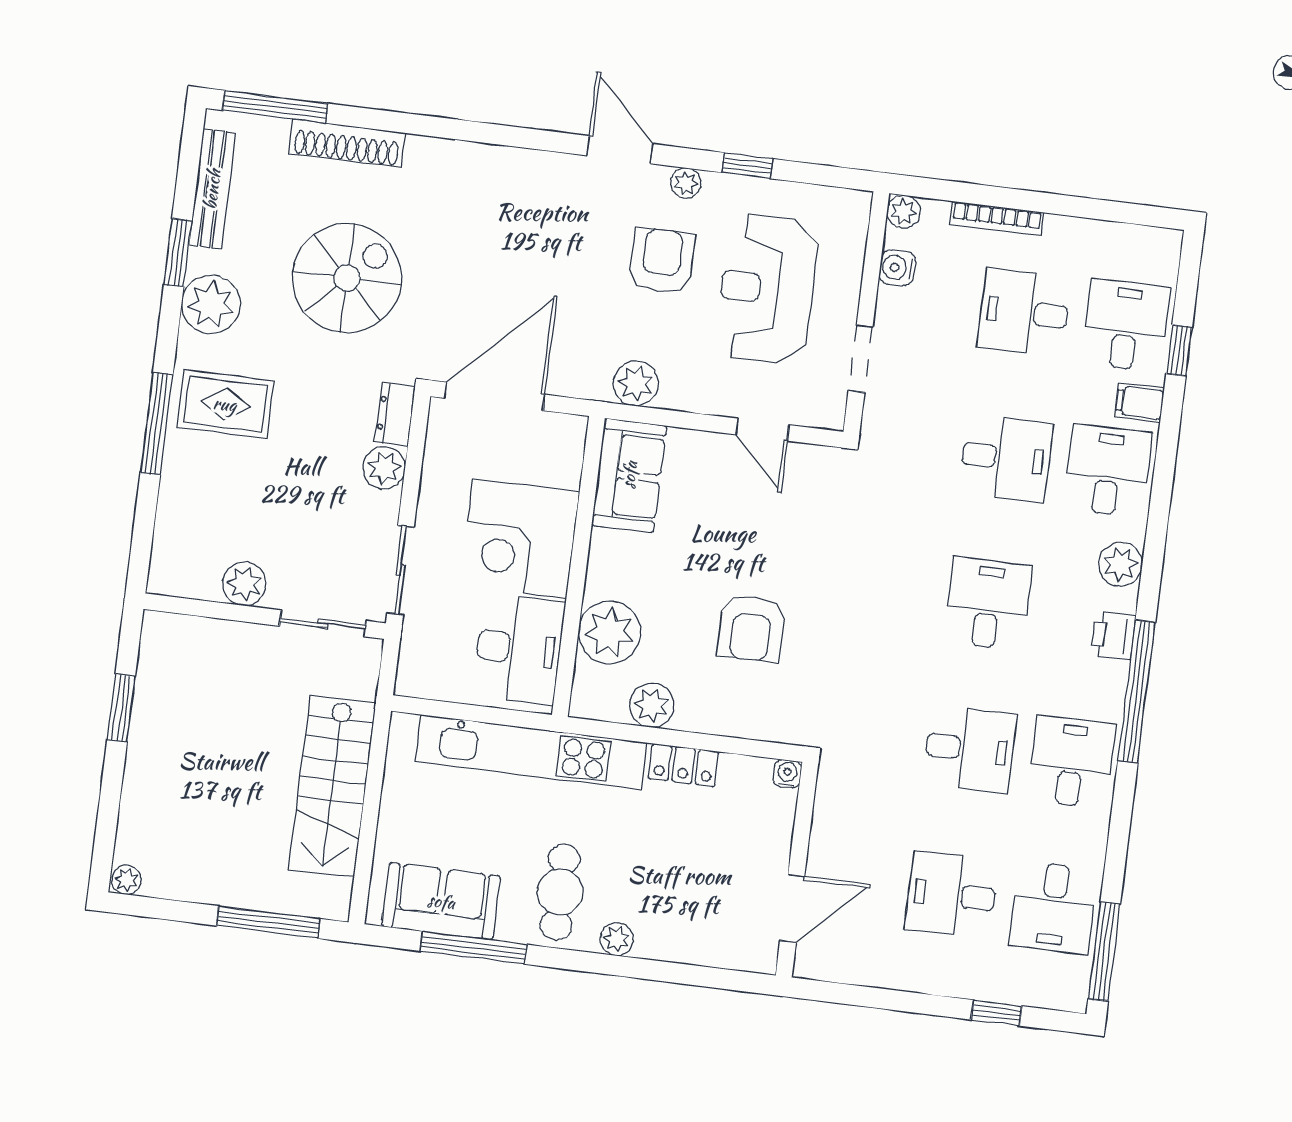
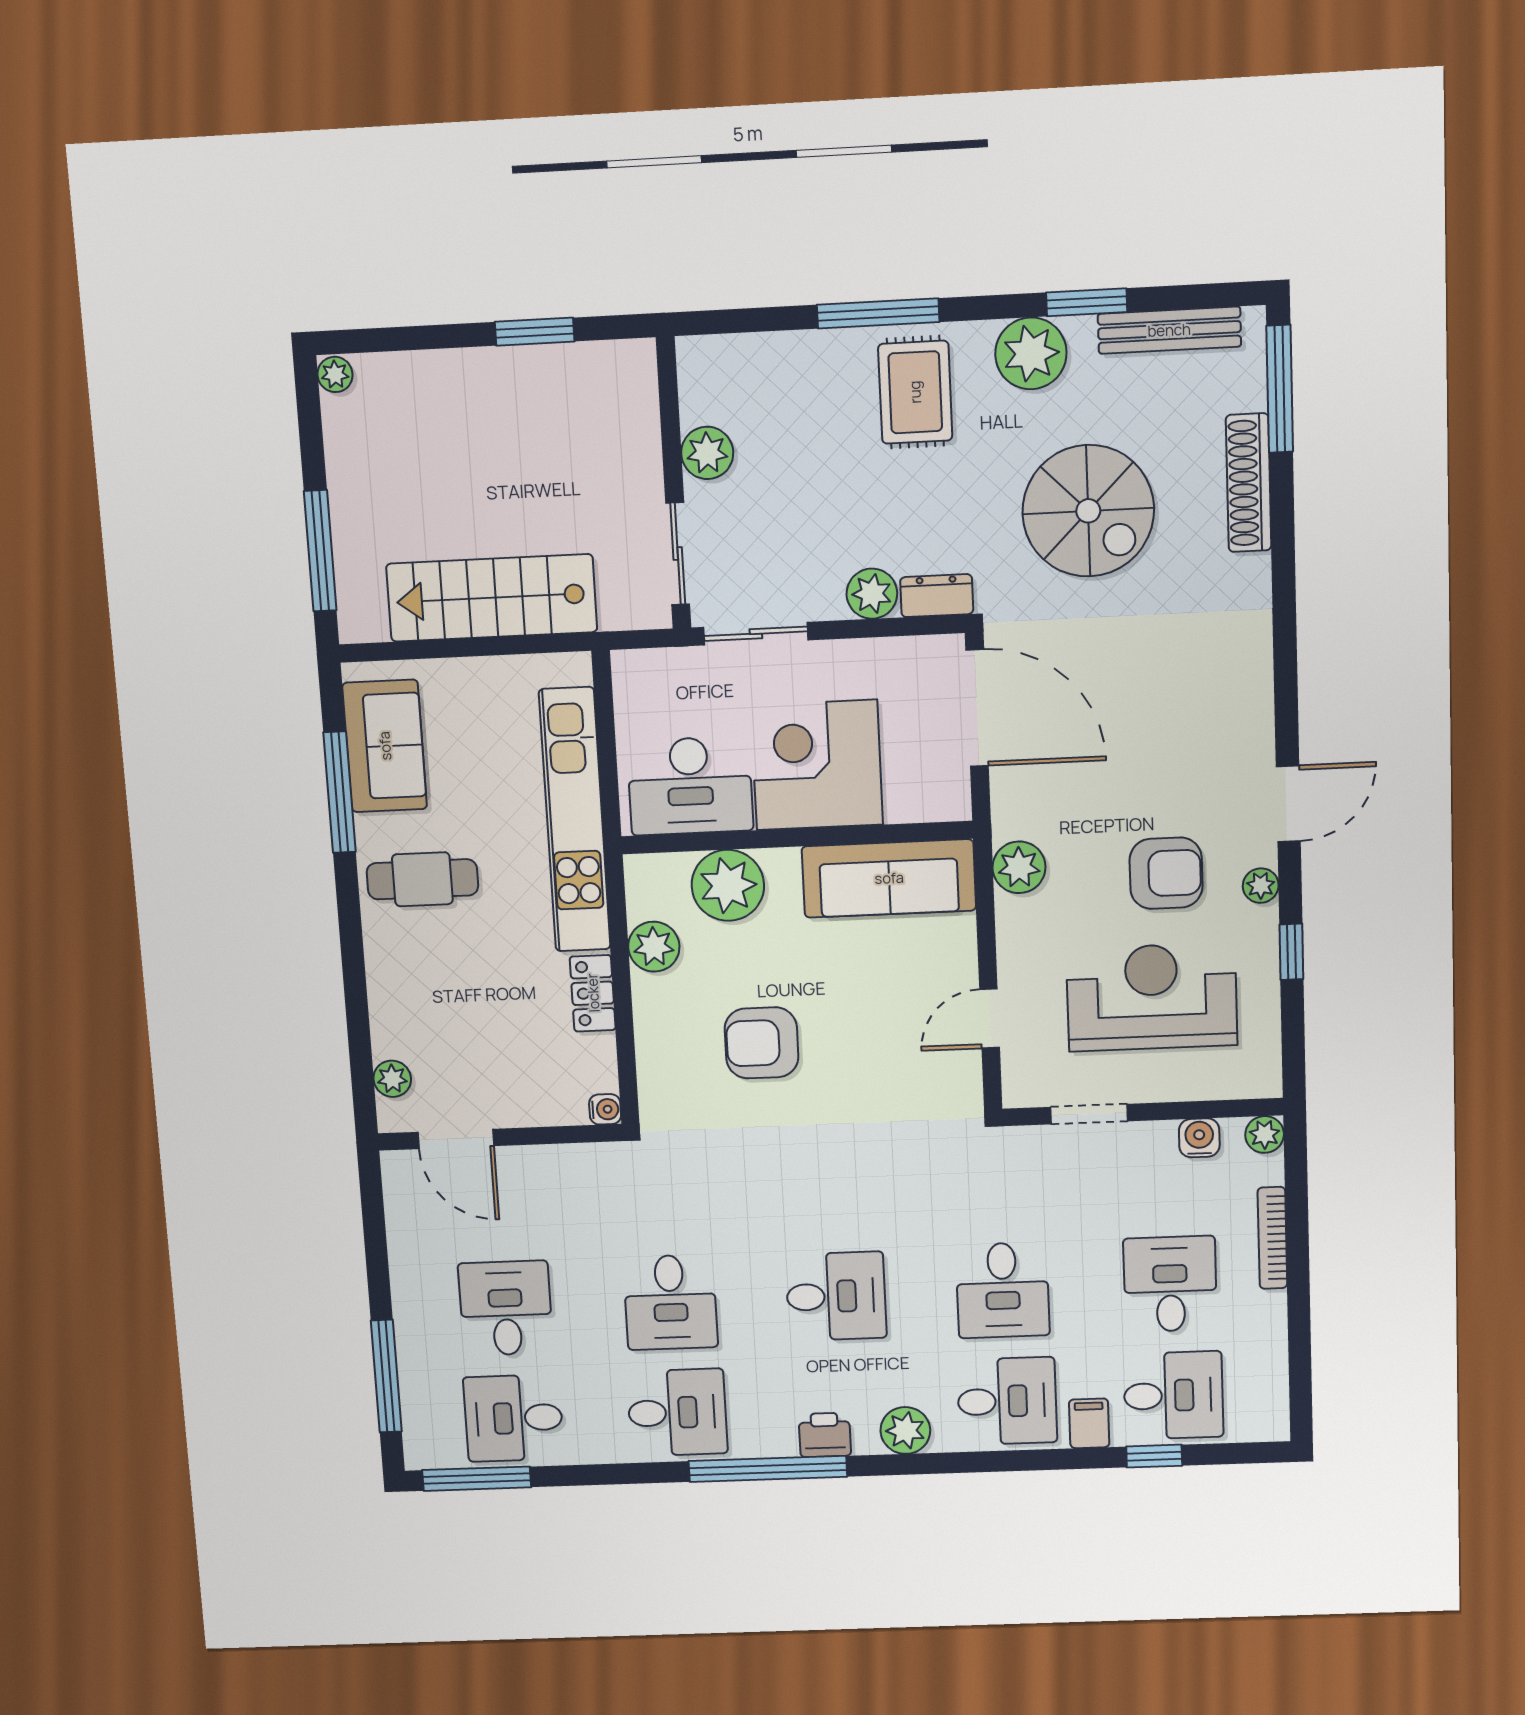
sofa: (629, 475) -> (889, 878), width x1.36
plant: (617, 939) -> (392, 1079), moved
window: (996, 1013) -> (386, 1376), width x2.17

